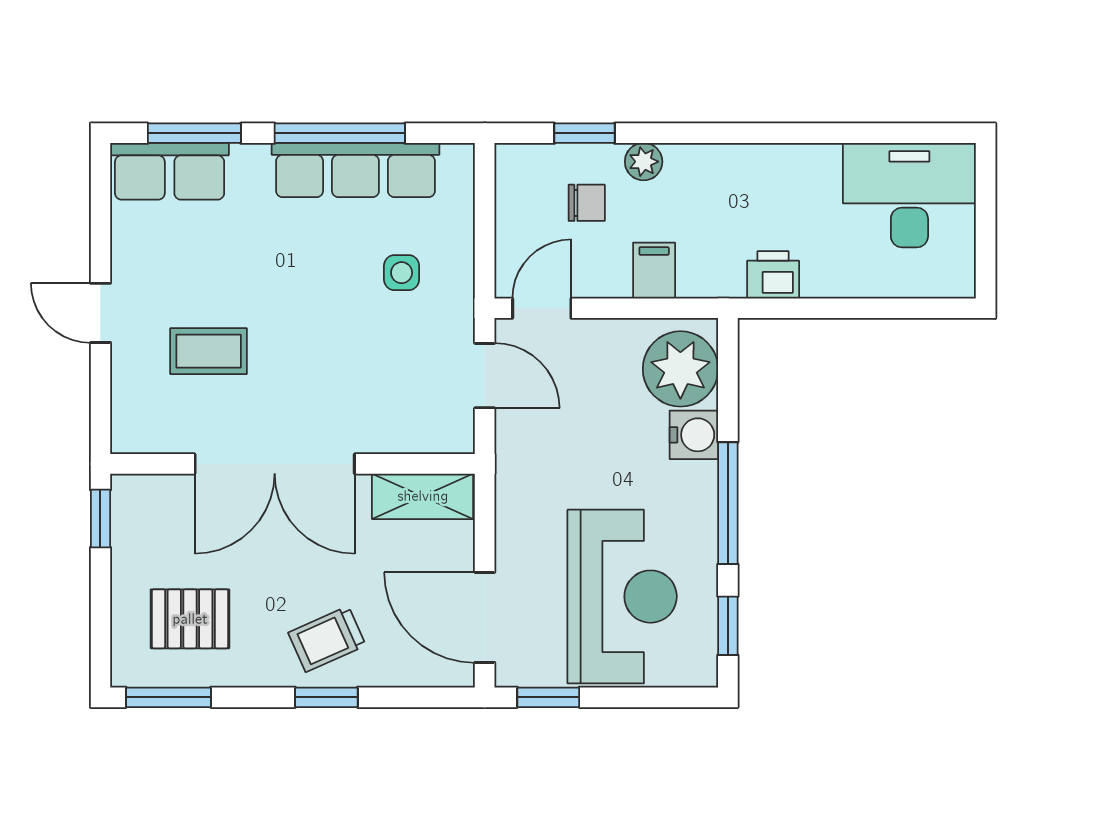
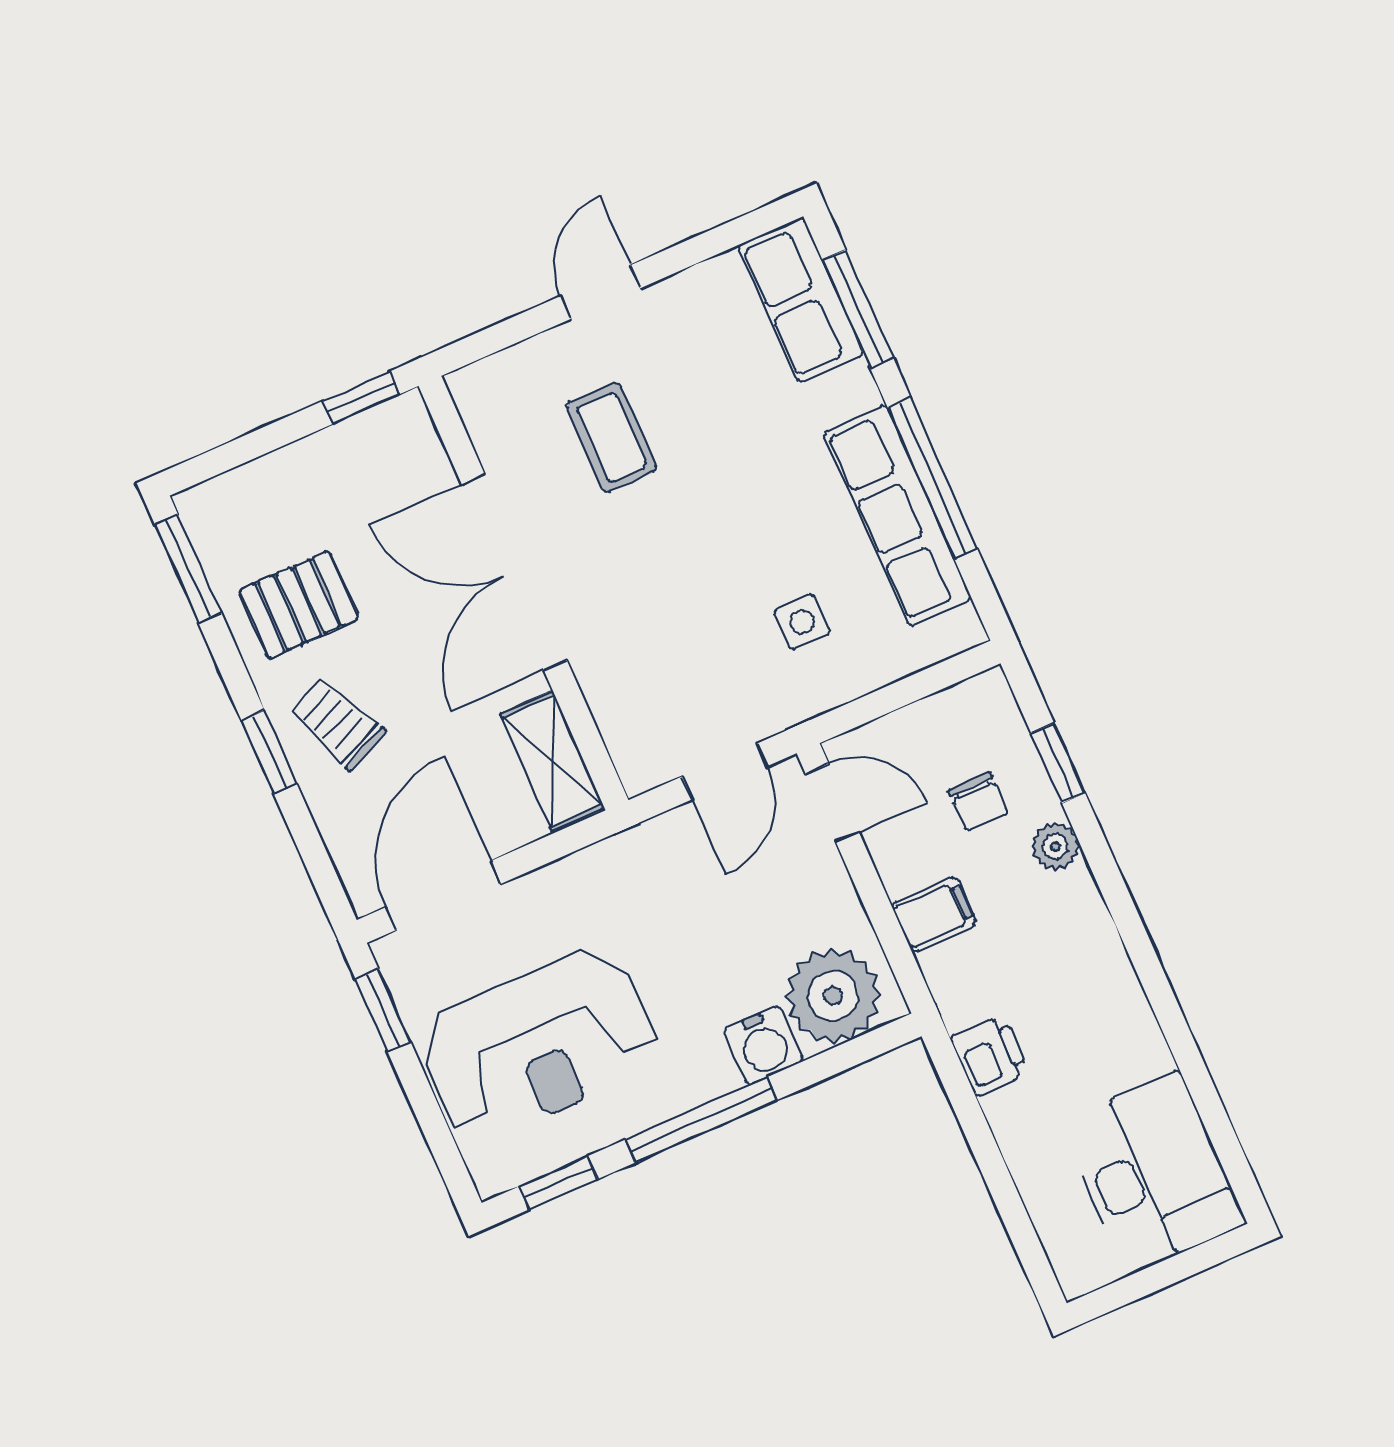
pallet: (190, 619) -> (299, 605), moved, turned 90

